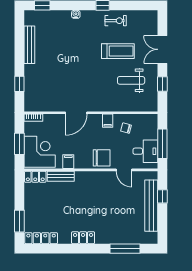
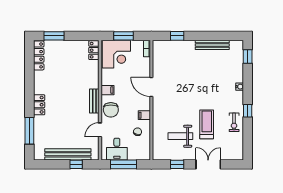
treadmill: (118, 51) -> (207, 124), turned 180
weight bench: (131, 80) -> (180, 136), turned -90
filing cabinet: (68, 162) -> (107, 90), moved
bench: (61, 176) -> (94, 101), moved
locker: (83, 238) -> (39, 105), moved

